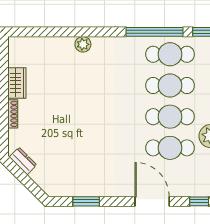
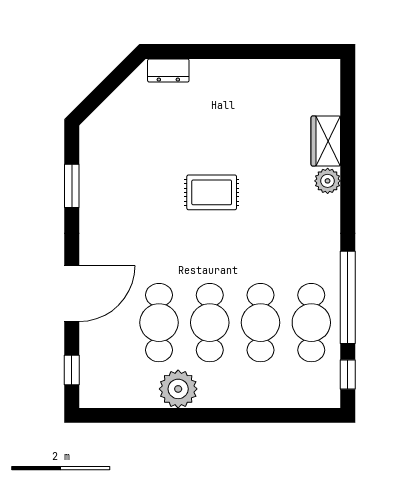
wardrobe: (17, 83) -> (326, 141), moved, turned 90
shoe rack: (13, 114) -> (214, 67), removed
rug: (90, 115) -> (212, 192), added
dresser: (23, 161) -> (168, 70), moved, turned 45

